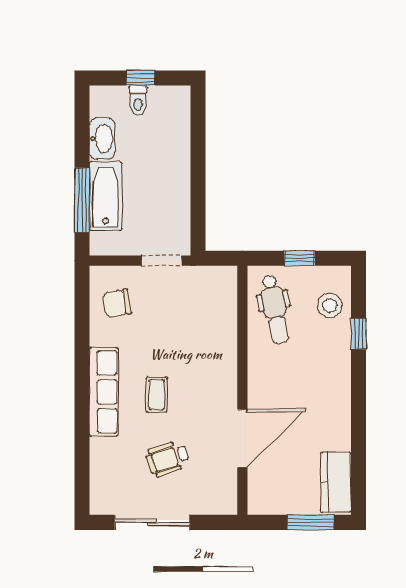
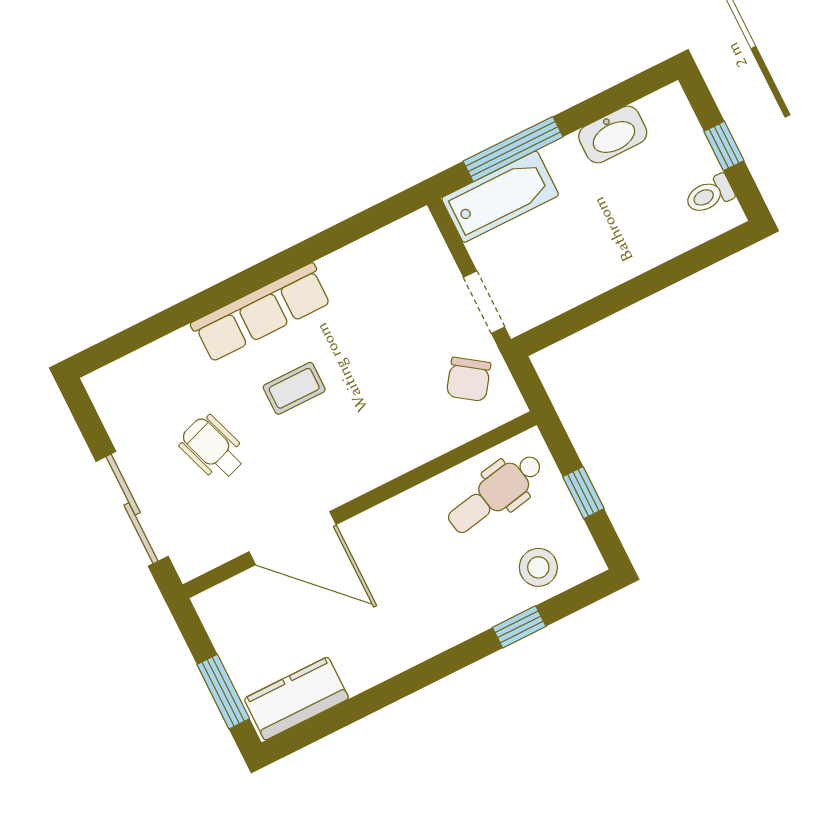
toilet: (138, 100) -> (709, 195), moved
bathtub: (106, 196) -> (500, 197), moved
chair: (117, 303) -> (469, 379), moved, turned -135
sliding door: (152, 522) -> (132, 509), moved

